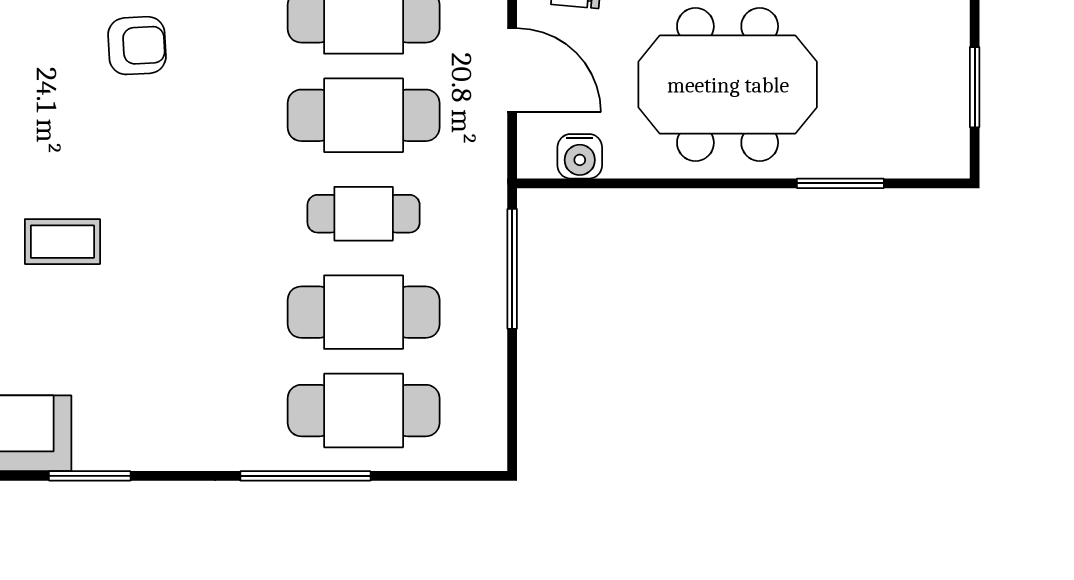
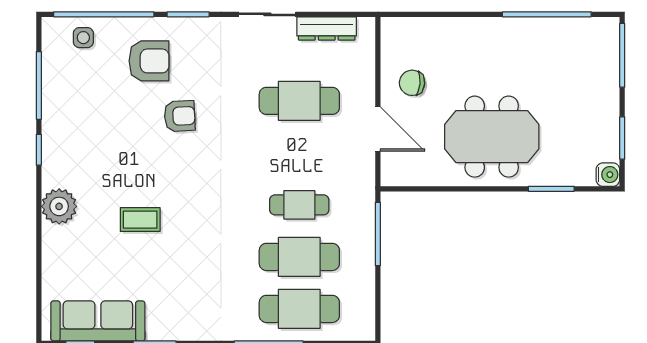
cafe table: (364, 115) -> (299, 153), removed
water cooler: (580, 156) -> (608, 175), moved, turned -90

